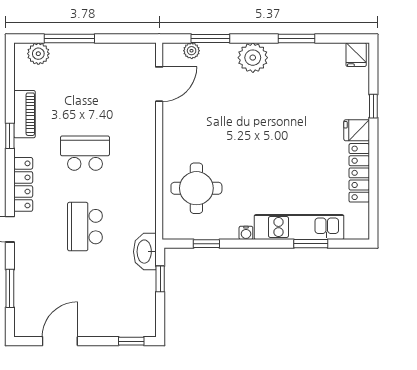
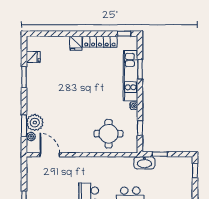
fridge: (356, 55) -> (33, 57), moved
plant: (253, 58) -> (35, 123), moved
window: (373, 106) -> (124, 34), moved

